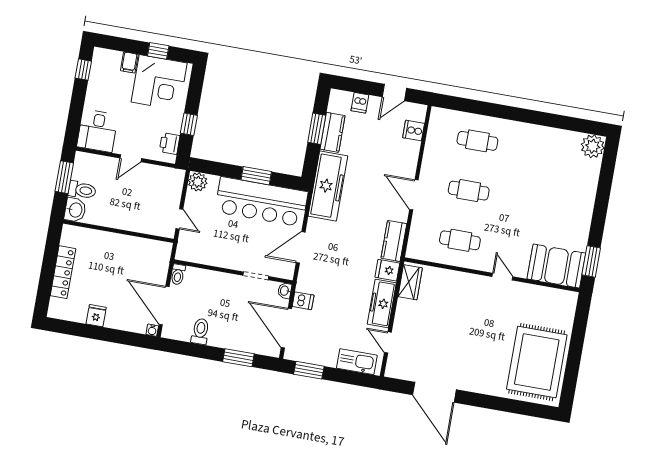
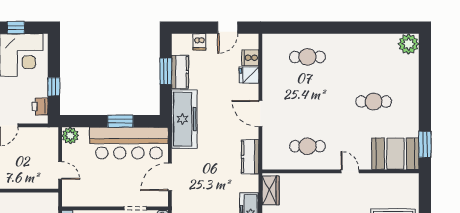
cafe table: (469, 191) -> (374, 102), moved
fridge: (387, 270) -> (249, 75), moved

